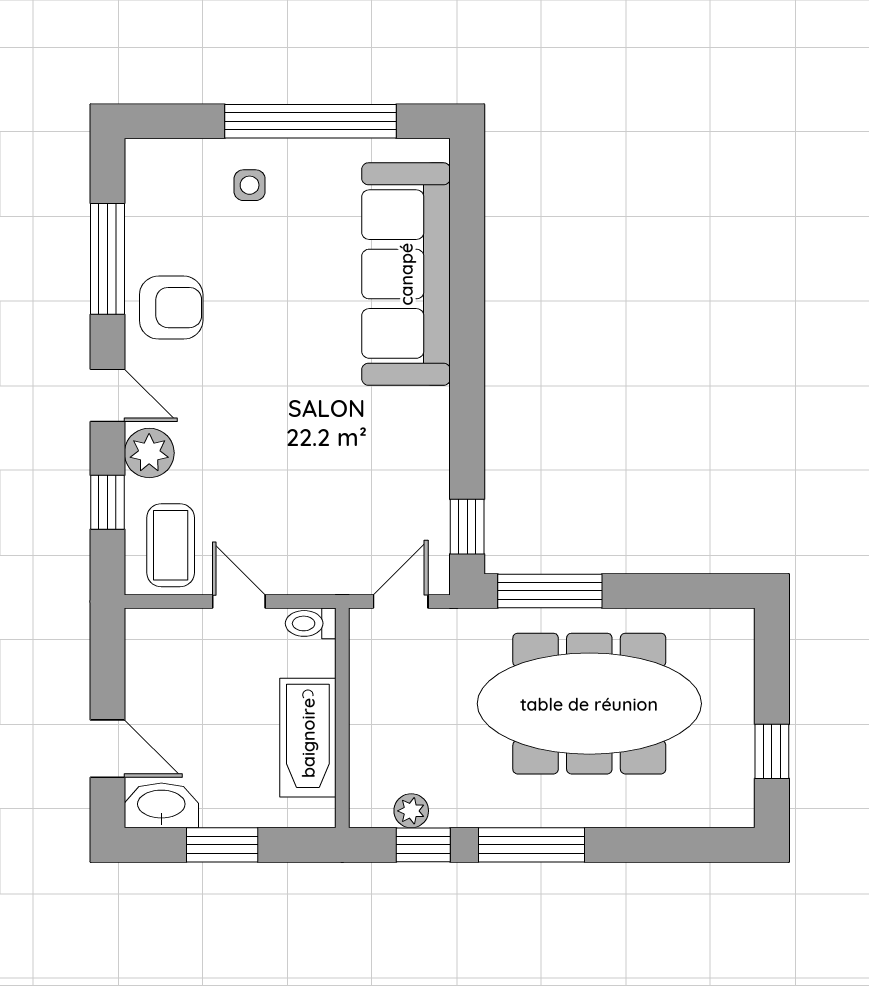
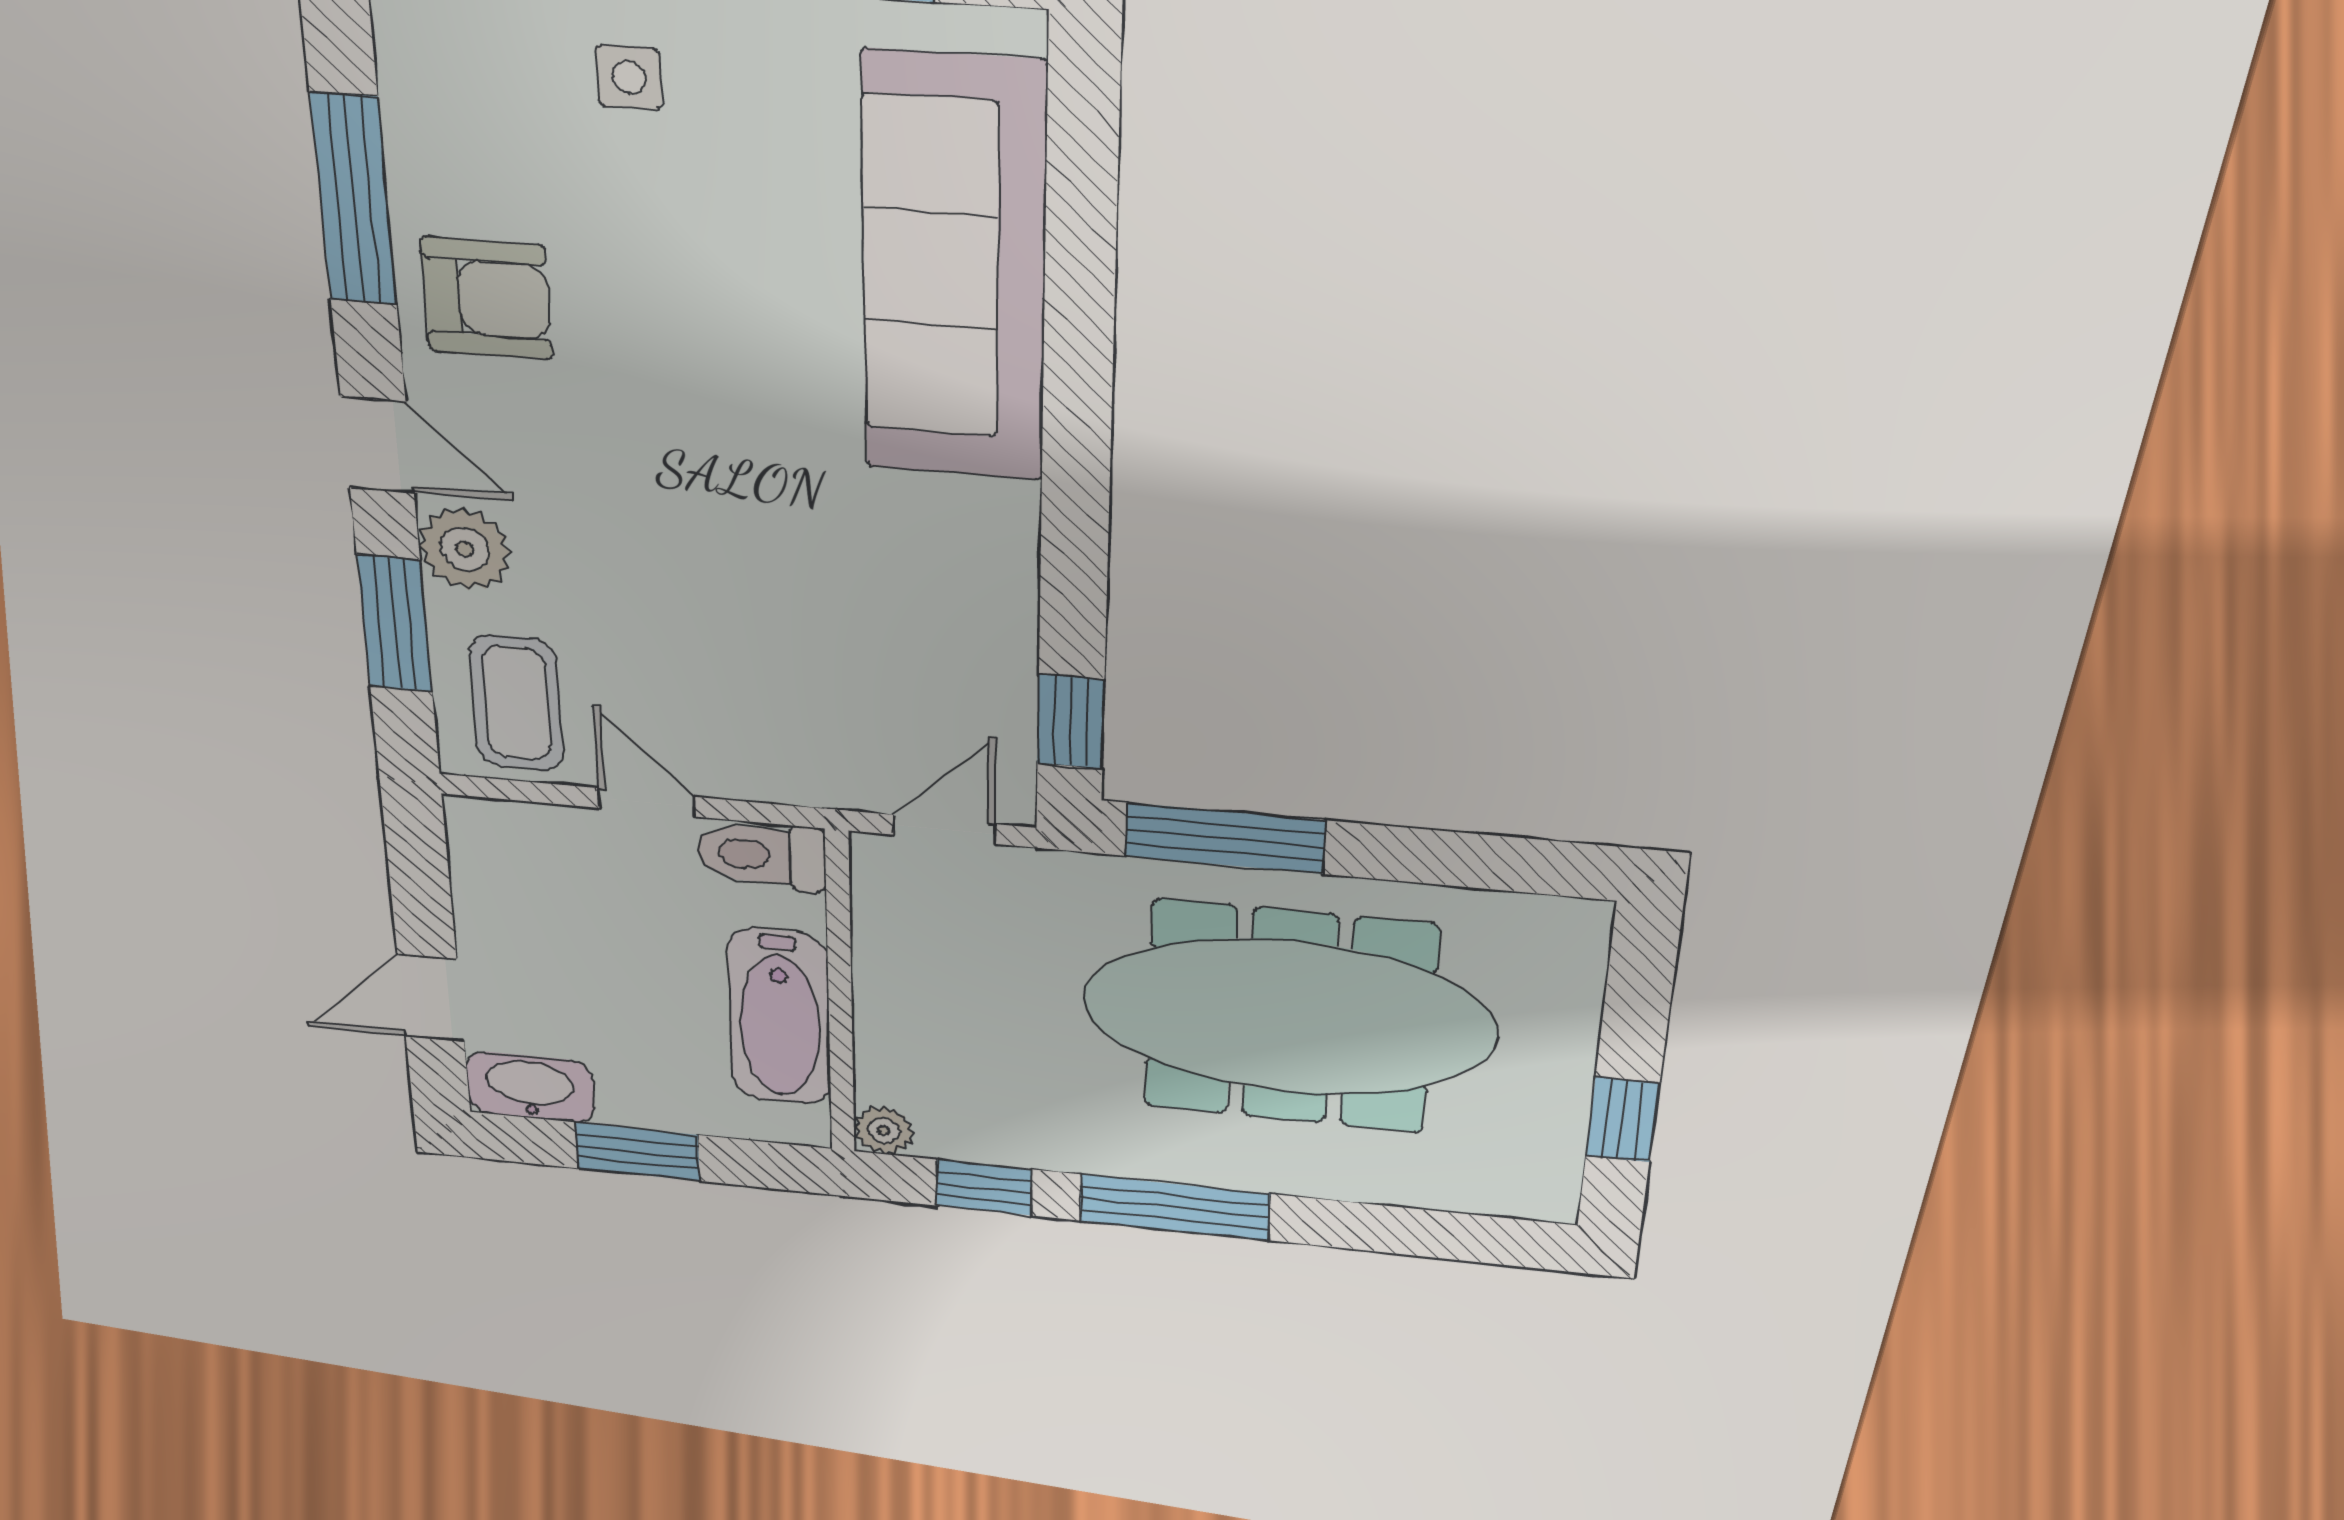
window: (107, 502) -> (395, 624), width x1.50
toilet: (311, 623) -> (762, 855), width x1.37, depth x1.39
door: (107, 749) -> (431, 998), swing flipped
plant: (411, 811) -> (884, 1130), moved

